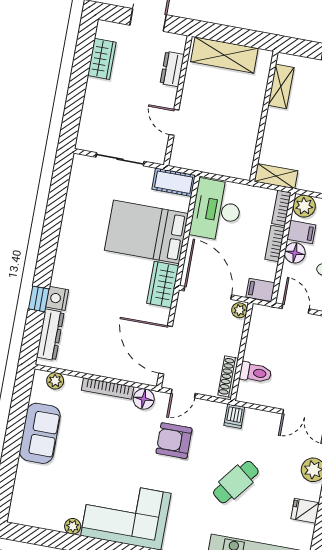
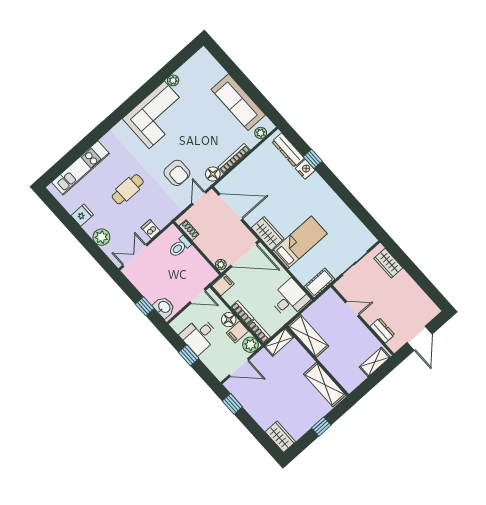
shelving: (224, 55) -> (375, 362), width x0.67, depth x0.75
wardrobe: (102, 59) -> (388, 263), moved
shelving: (281, 86) -> (325, 385), width x1.50, depth x1.33
shelving: (243, 148) -> (308, 336), added
desk: (216, 210) -> (289, 299), width x0.73
bed: (146, 232) -> (300, 242), width x0.67
shoe rack: (228, 377) -> (189, 230), width x0.70
dishwasher: (234, 416) -> (151, 229), moved
sofa: (40, 433) -> (238, 102), width x1.36
armchair: (174, 441) -> (177, 173), turned 90
cafe table: (236, 482) -> (128, 189), turned 52

